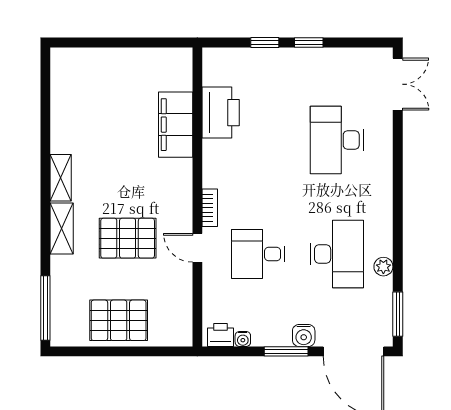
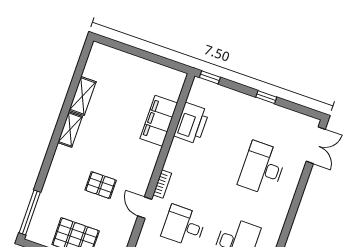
window: (265, 43) -> (210, 77), moved
shelving: (62, 229) -> (83, 96), moved
pallet: (128, 238) -> (101, 185), width x0.67, depth x0.71

